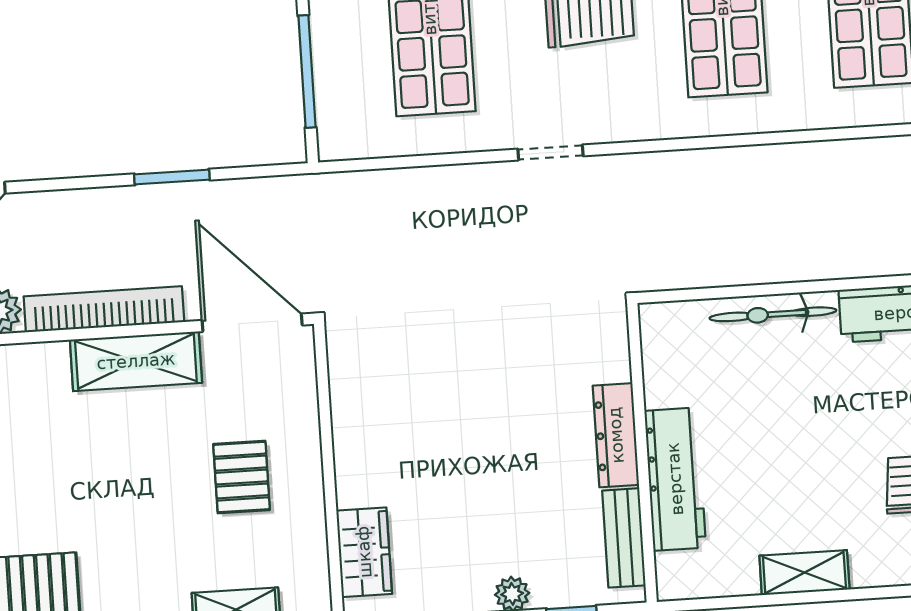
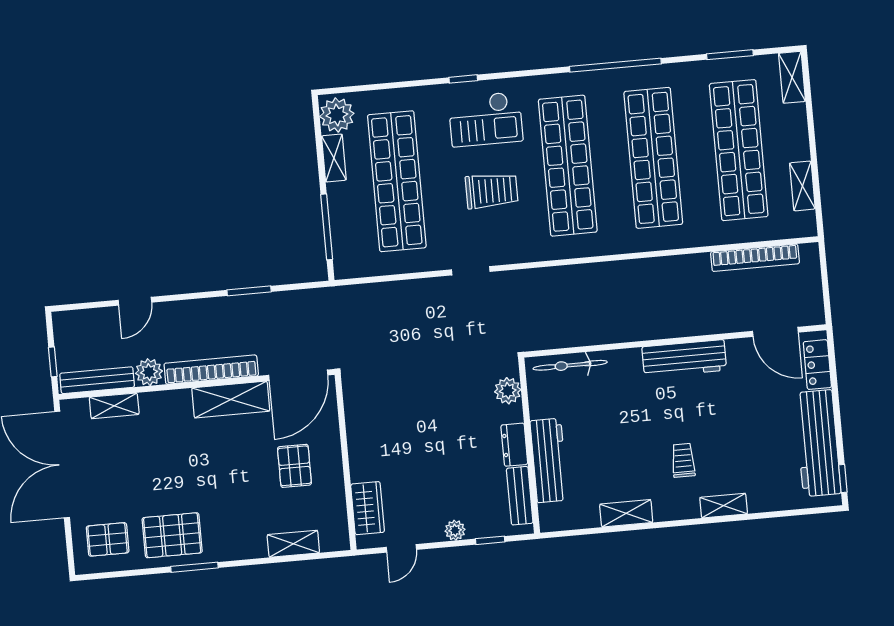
bicycle: (773, 314) -> (570, 365), moved
door: (252, 323) -> (298, 375), swing flipped
plant: (608, 359) -> (508, 391), added
dresser: (616, 435) -> (514, 445), width x0.70

